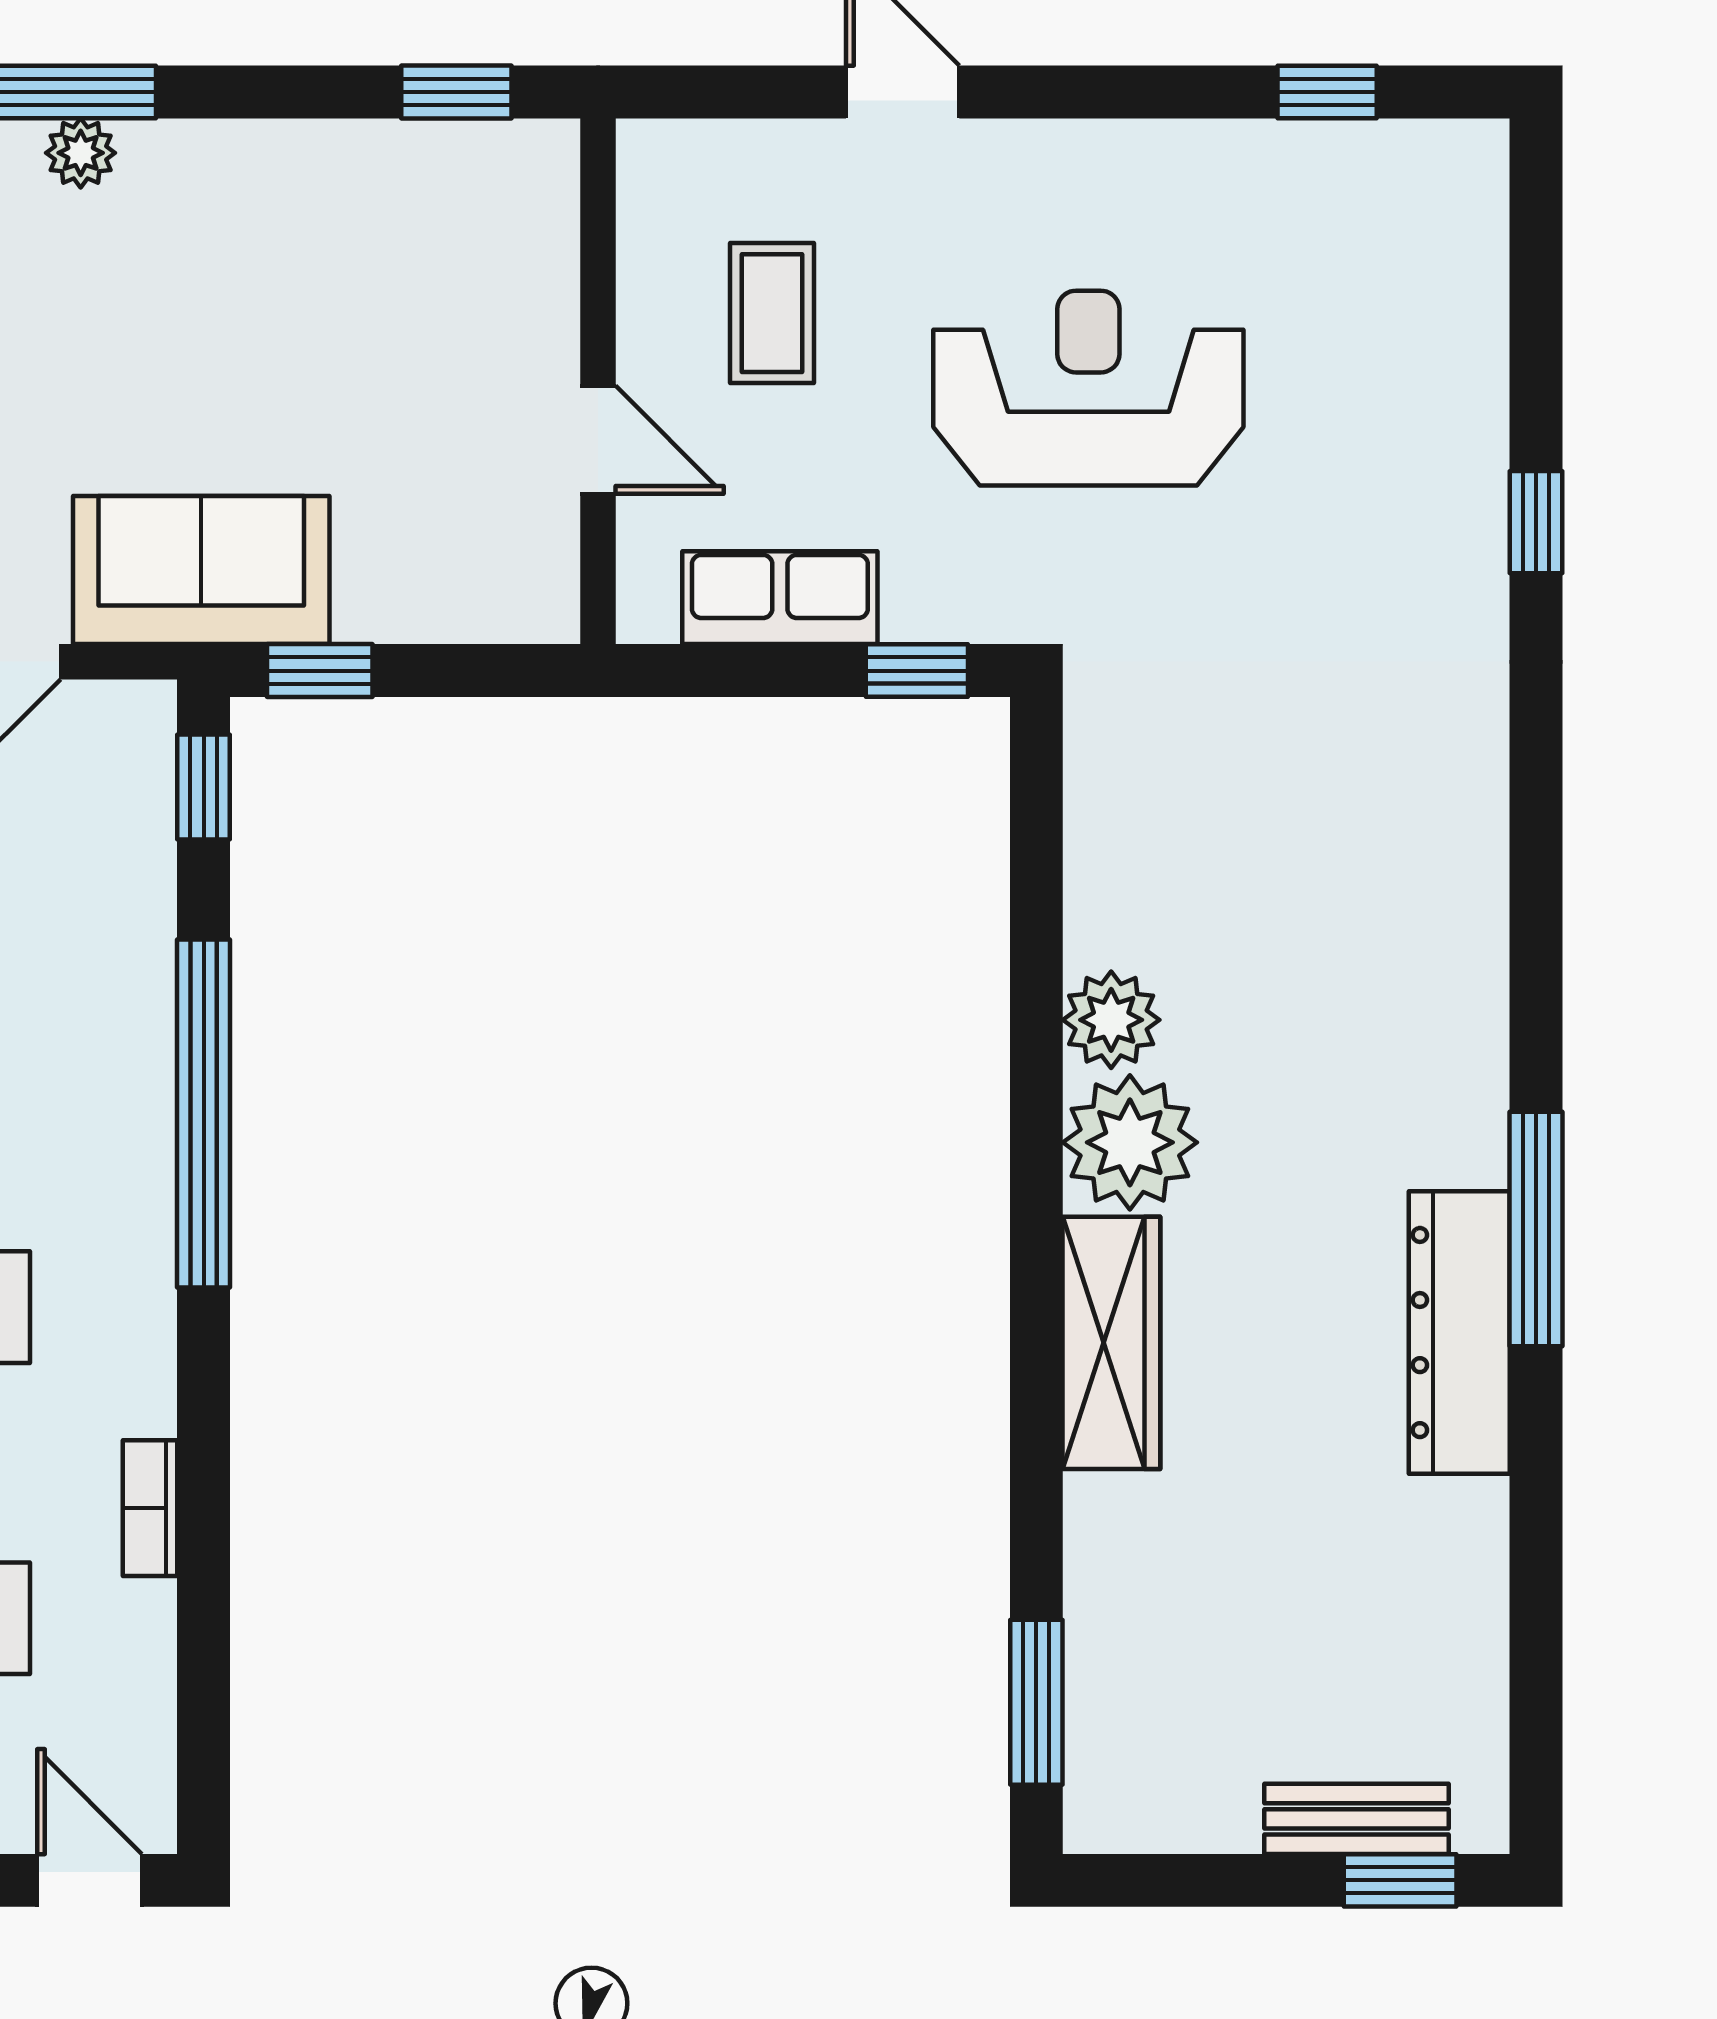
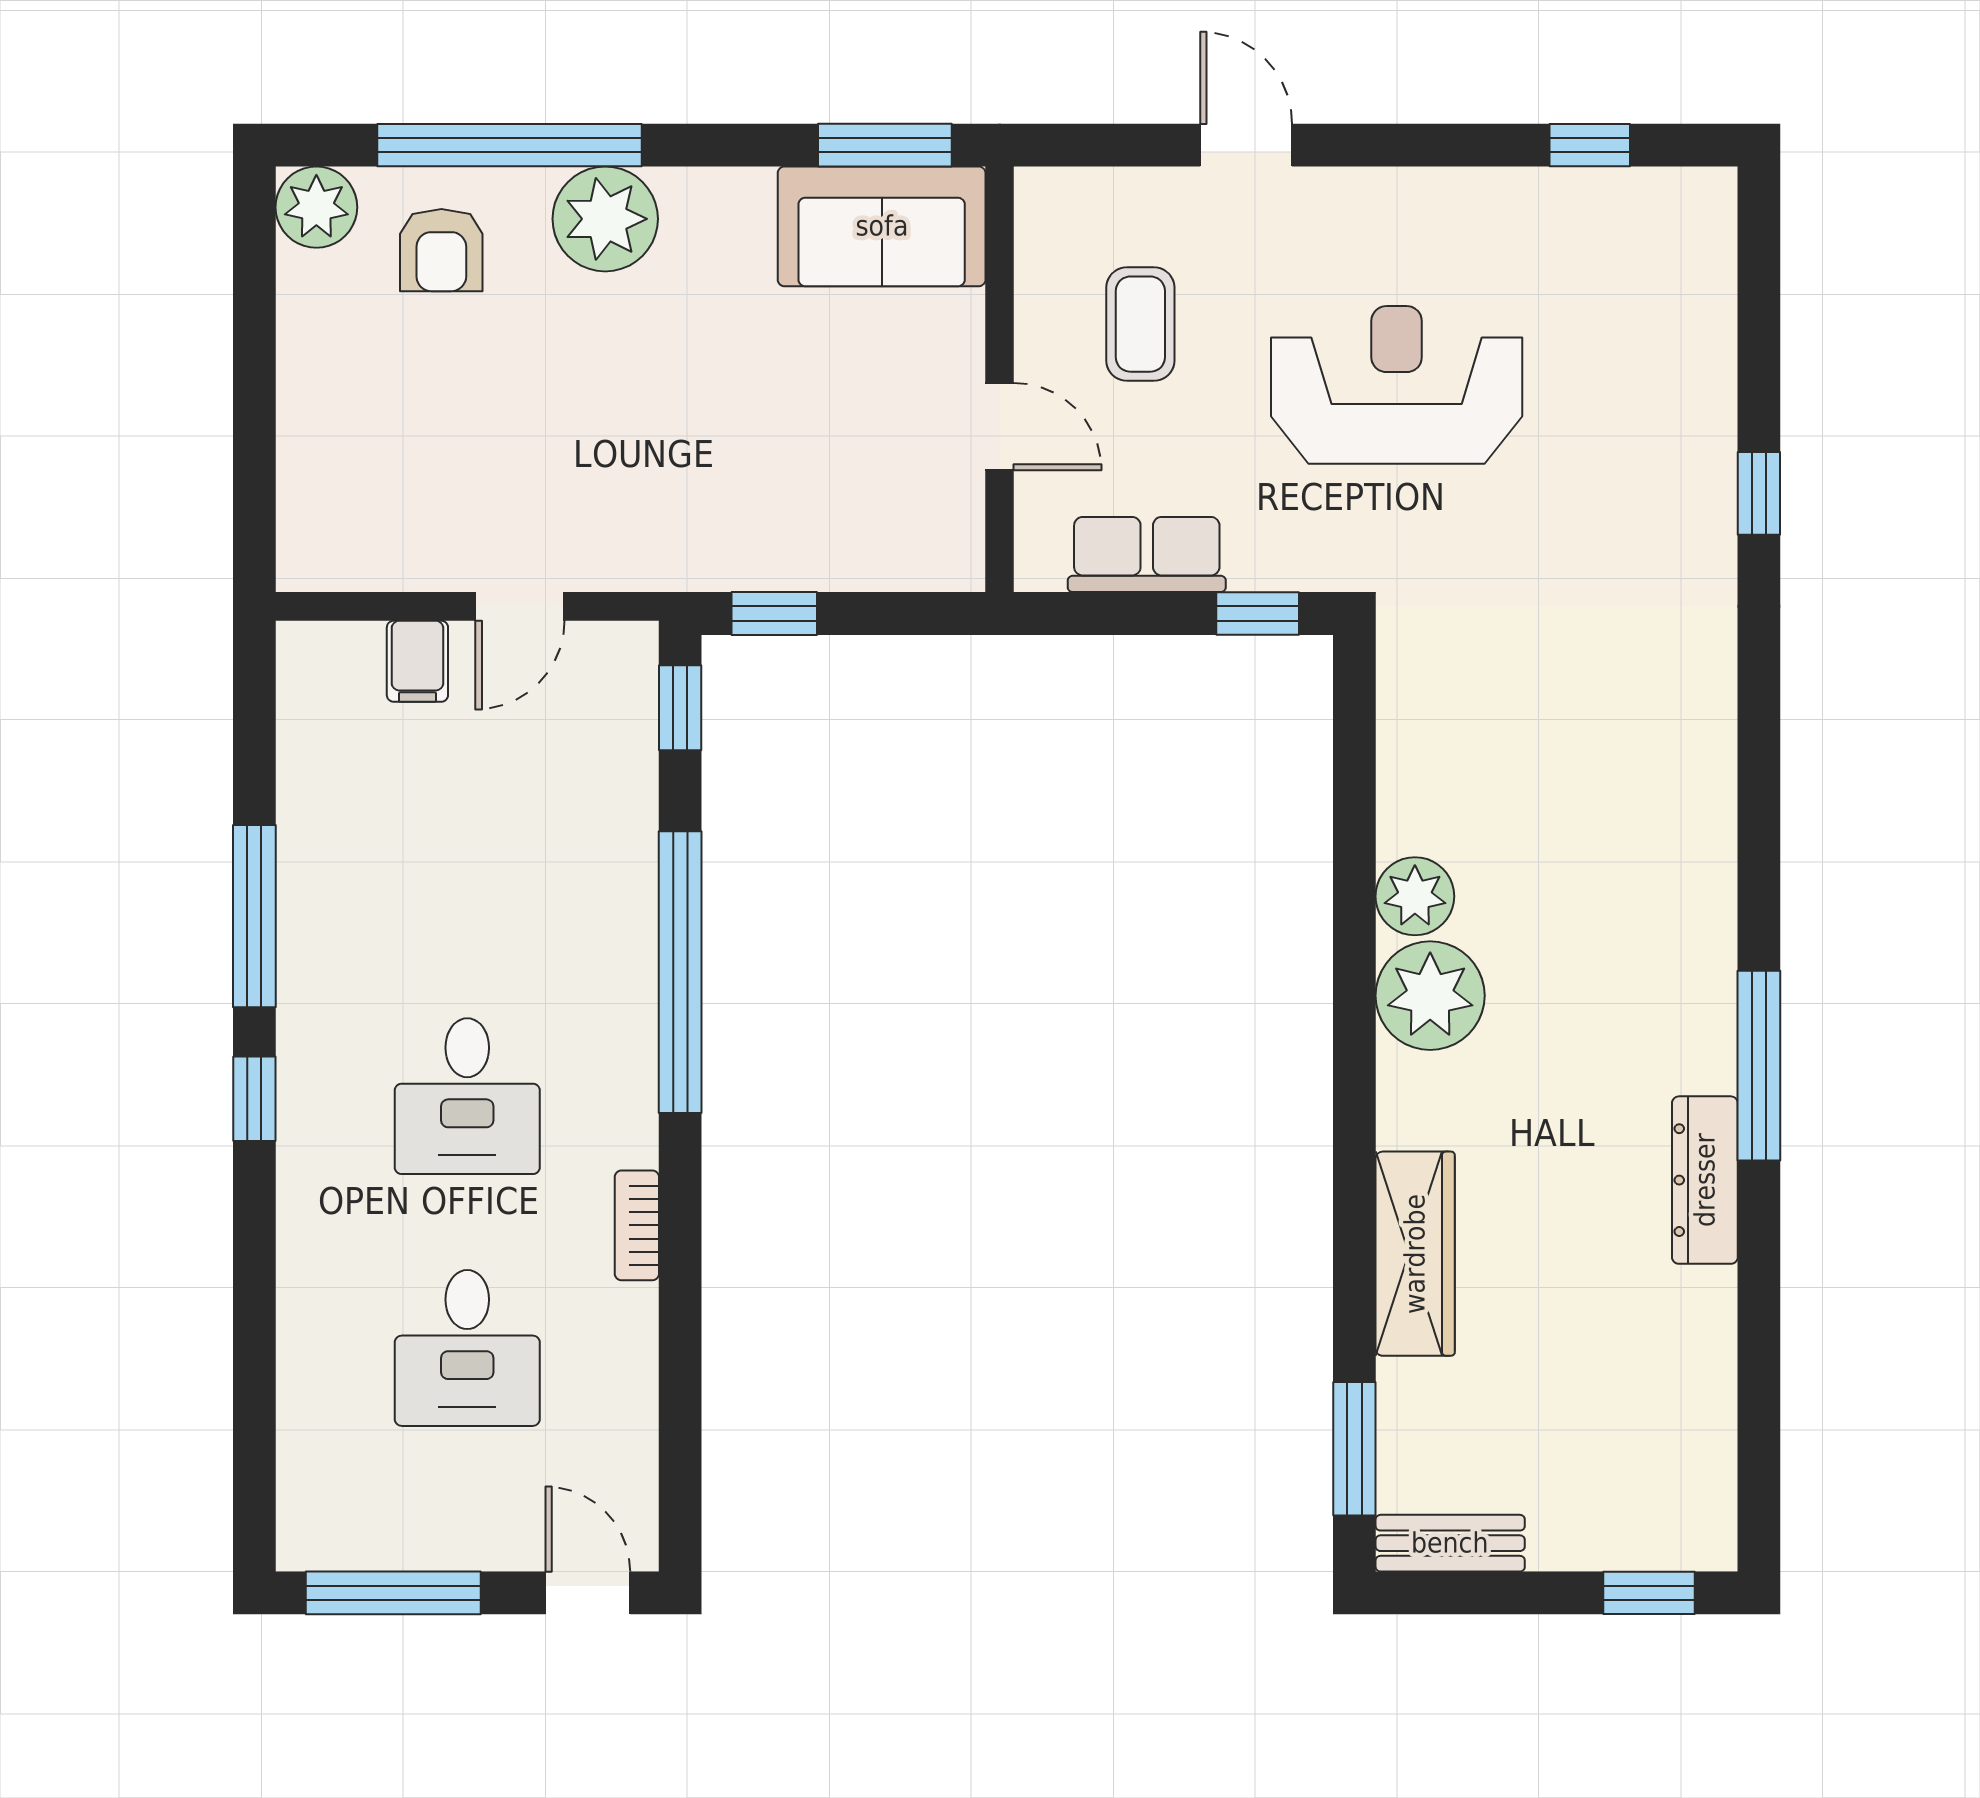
window: (456, 92) -> (885, 145), width x1.50
plant: (81, 153) -> (605, 219), width x1.88, depth x1.88
sofa: (201, 570) -> (882, 226), moved, turned 180
dresser: (1459, 1333) -> (1705, 1180), width x0.73, depth x0.80
wardrobe: (1111, 1343) -> (1415, 1254), moved
bookcase: (150, 1508) -> (637, 1225), moved
bench: (1357, 1819) -> (1450, 1543), moved

